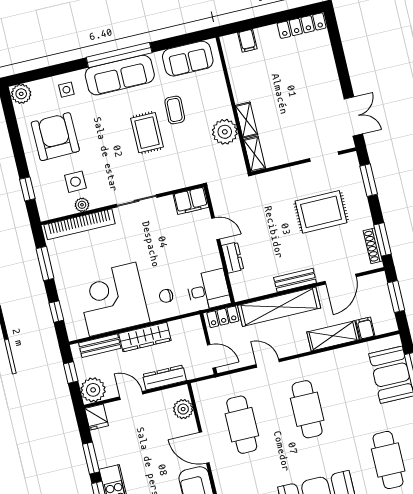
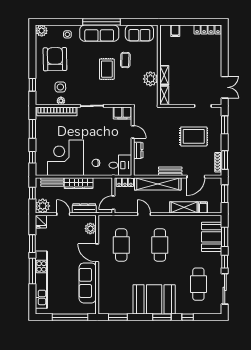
door: (211, 356) -> (113, 203), swing flipped

